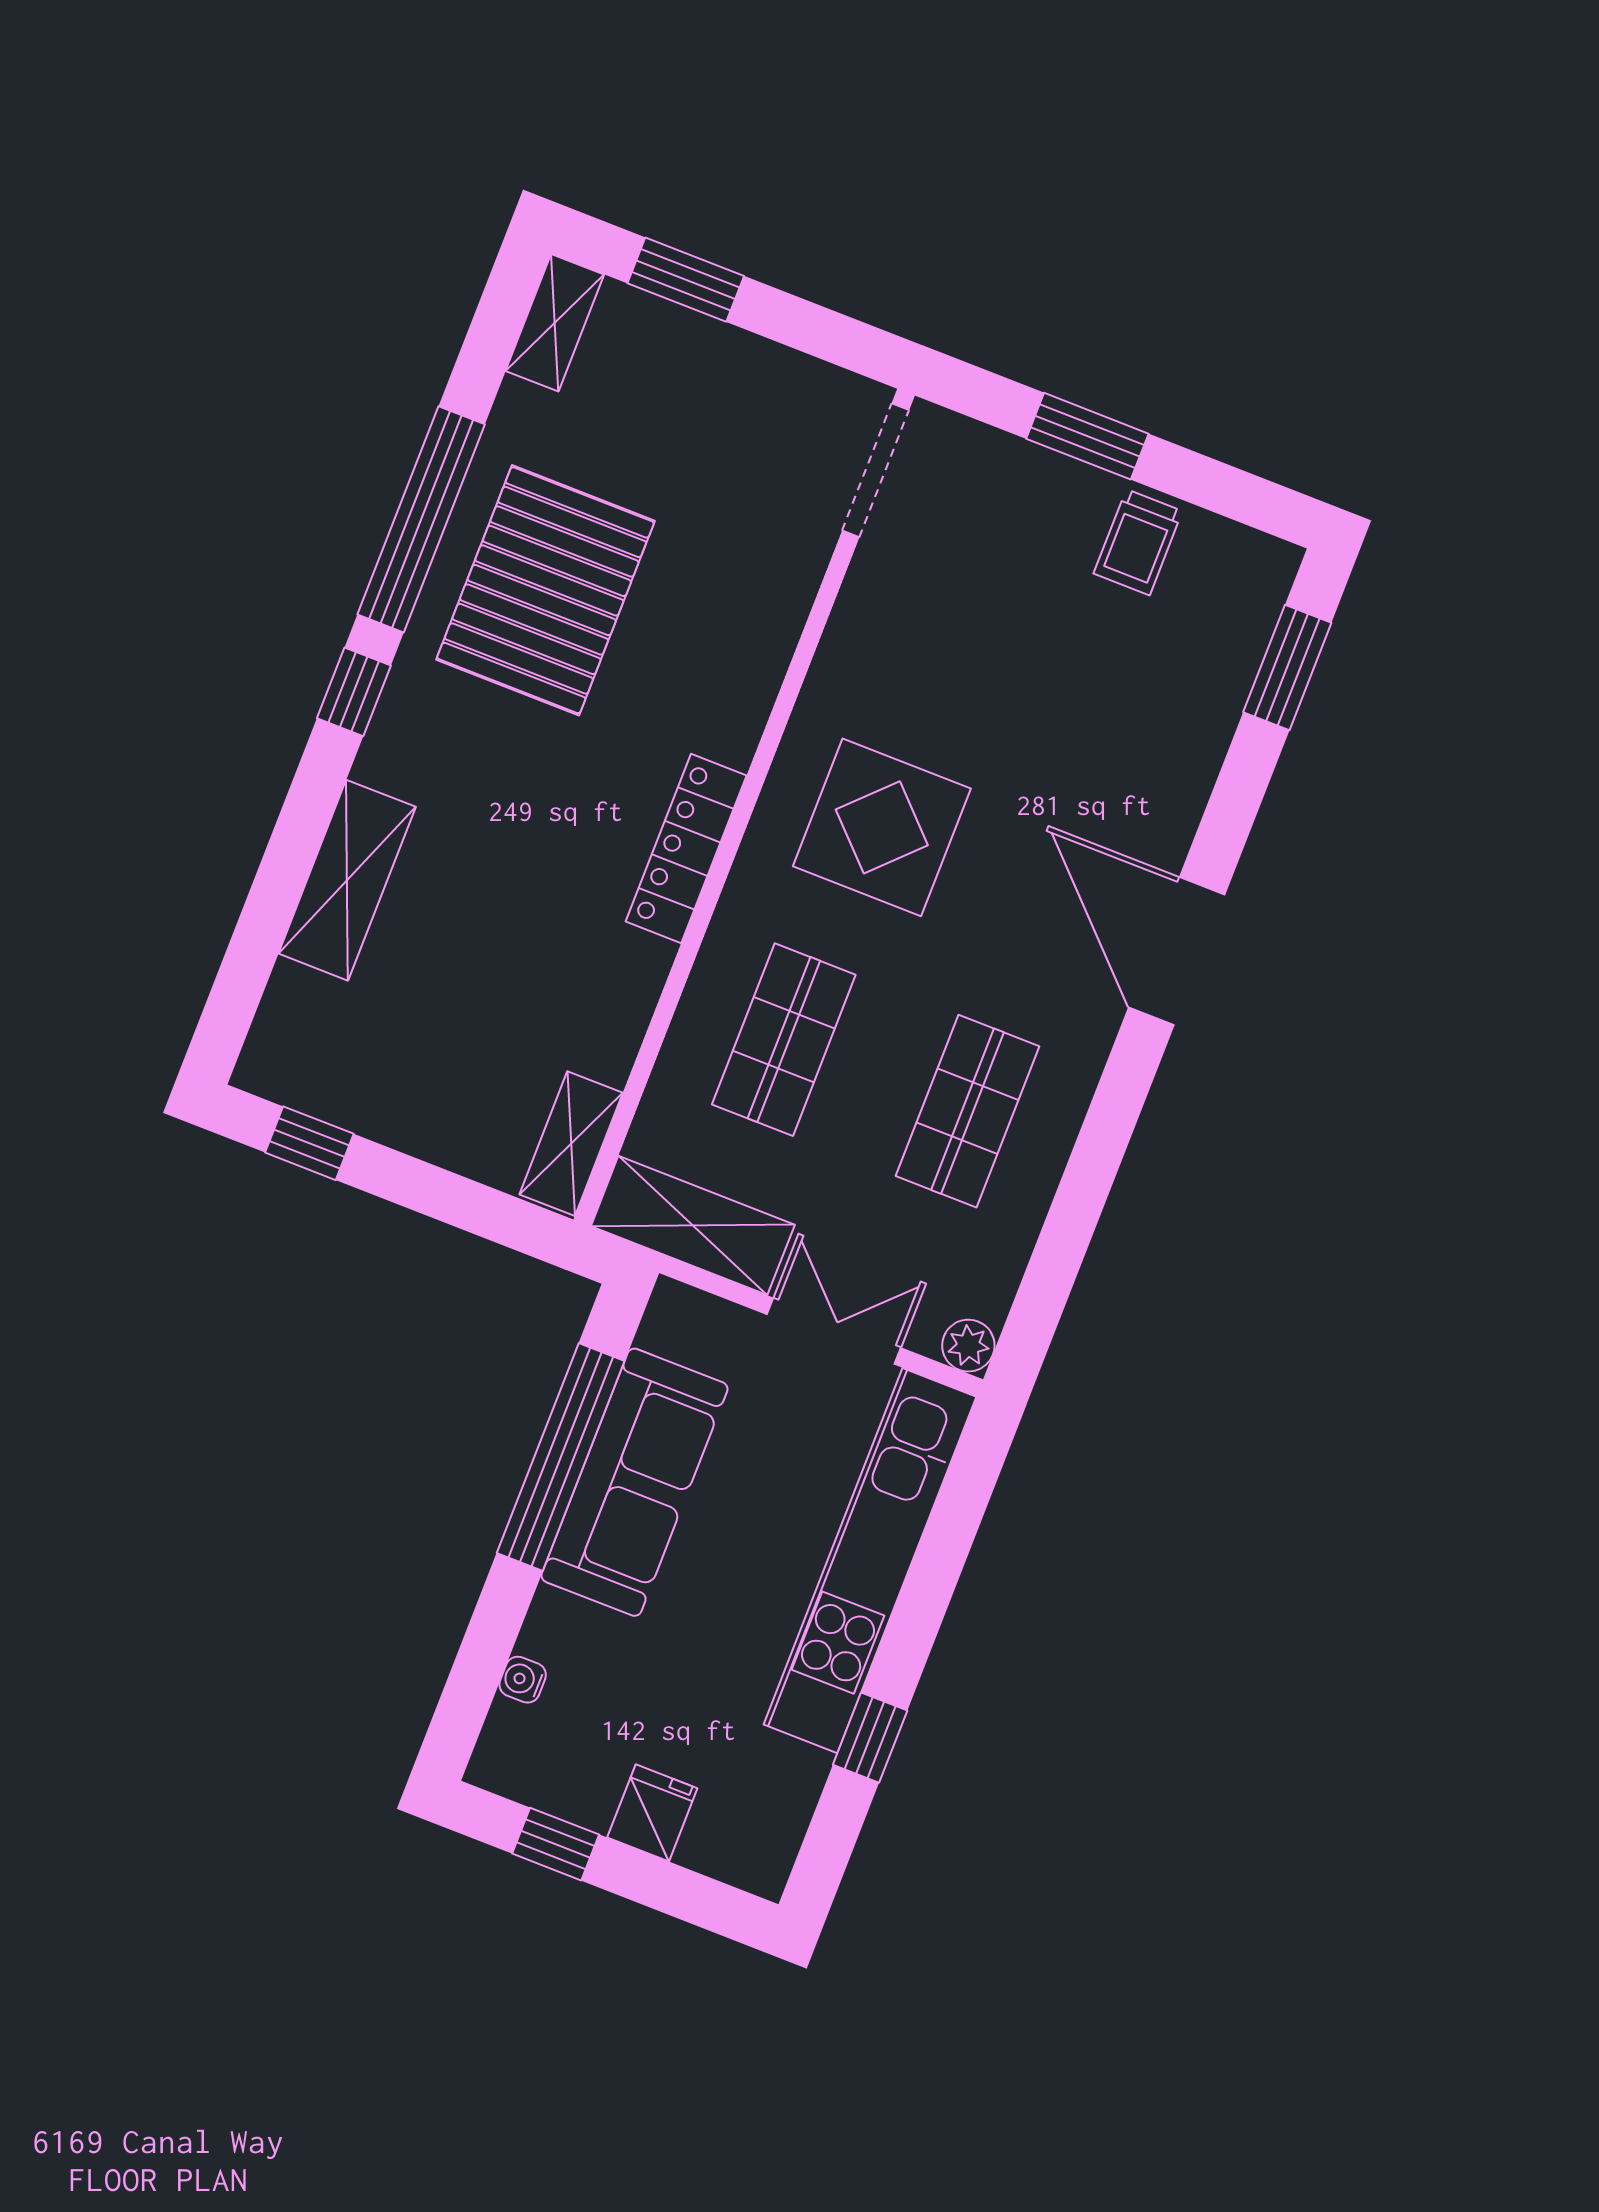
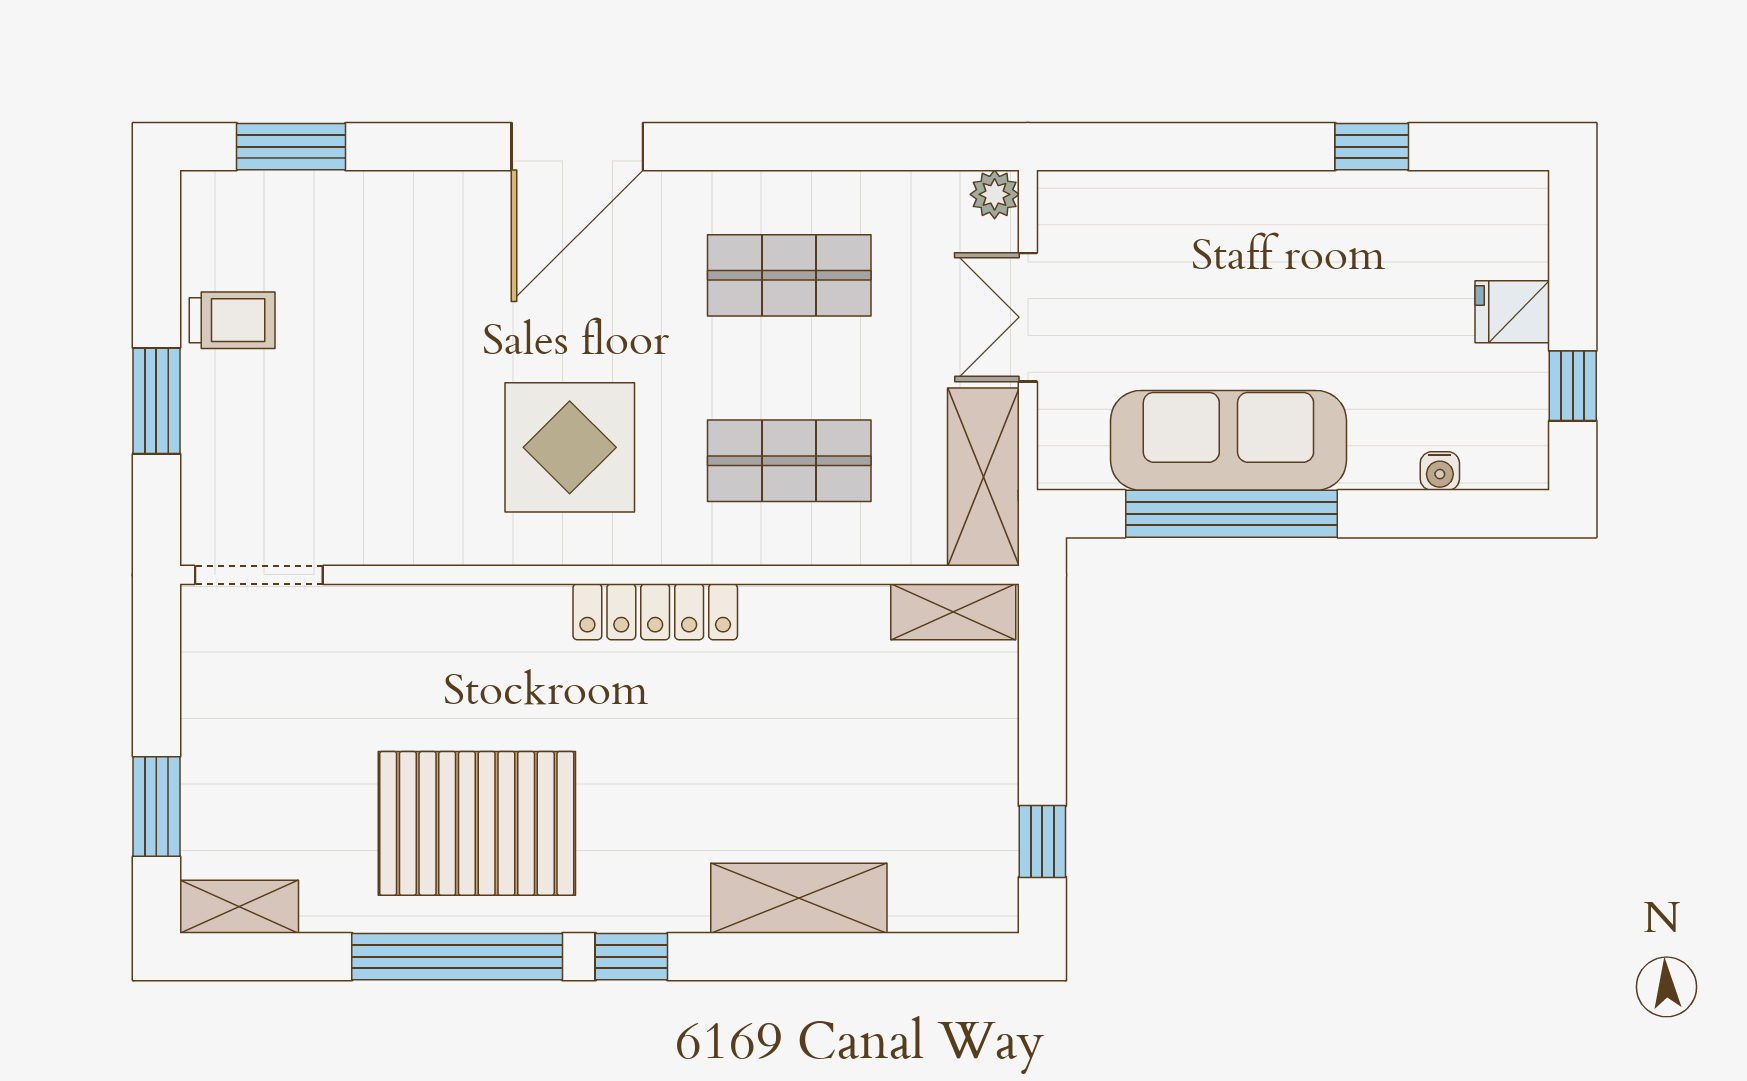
kitchen unit: (870, 1561) -> (1217, 207), removed

